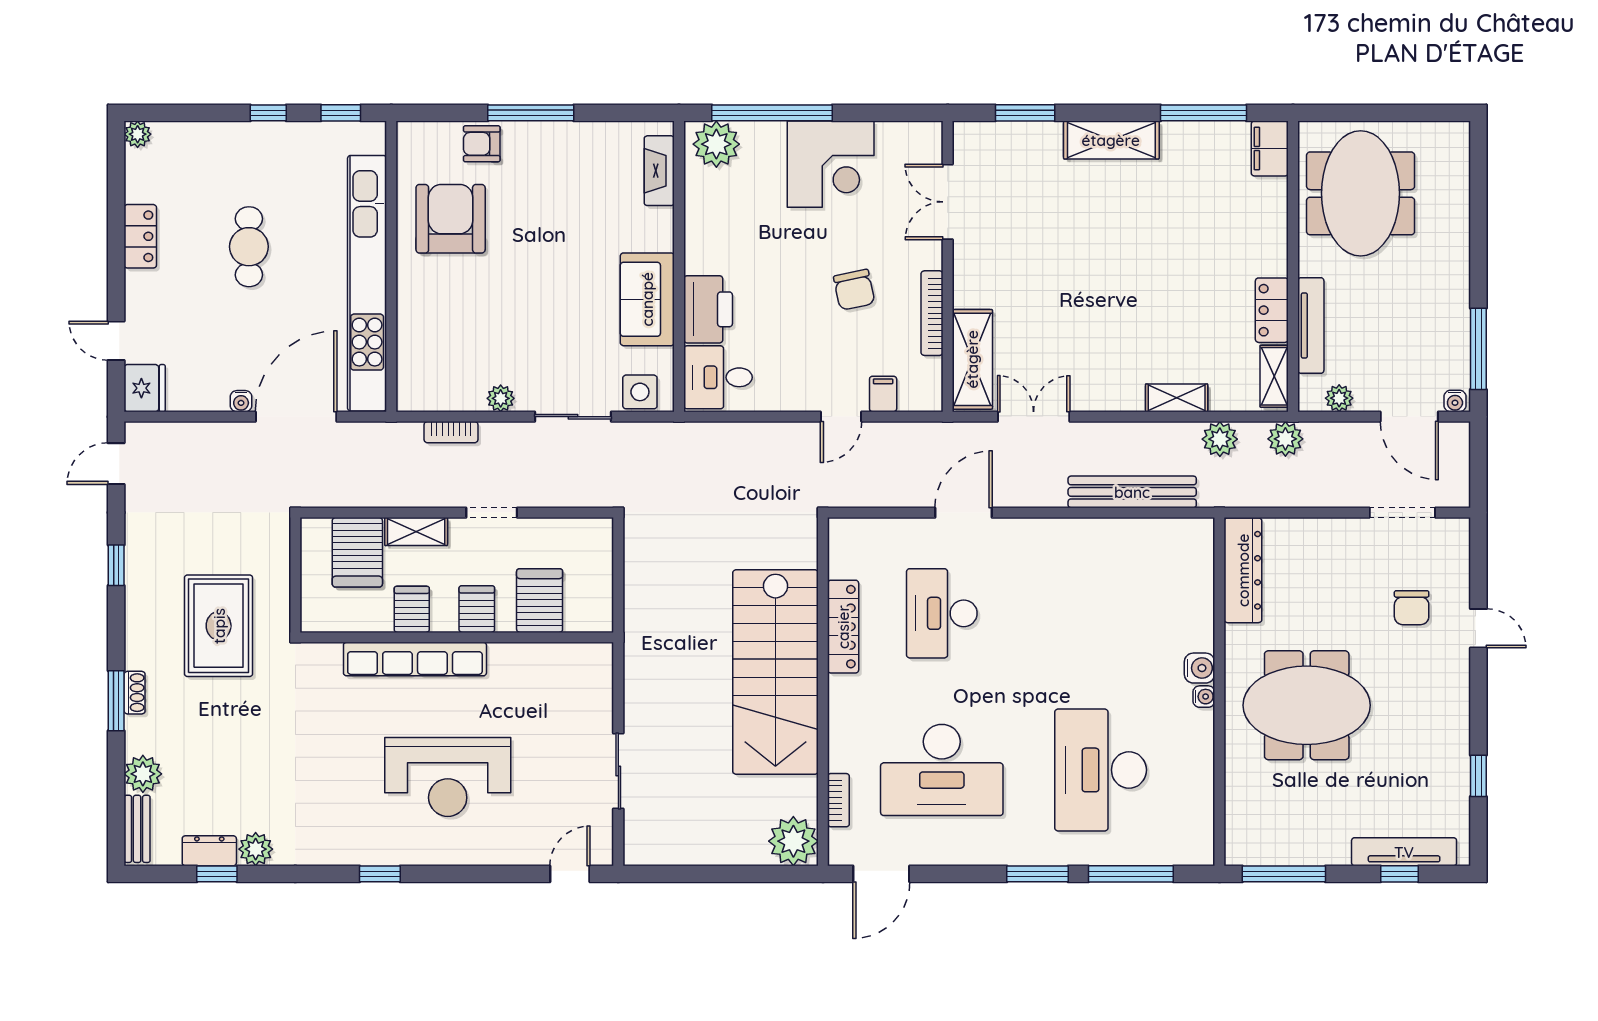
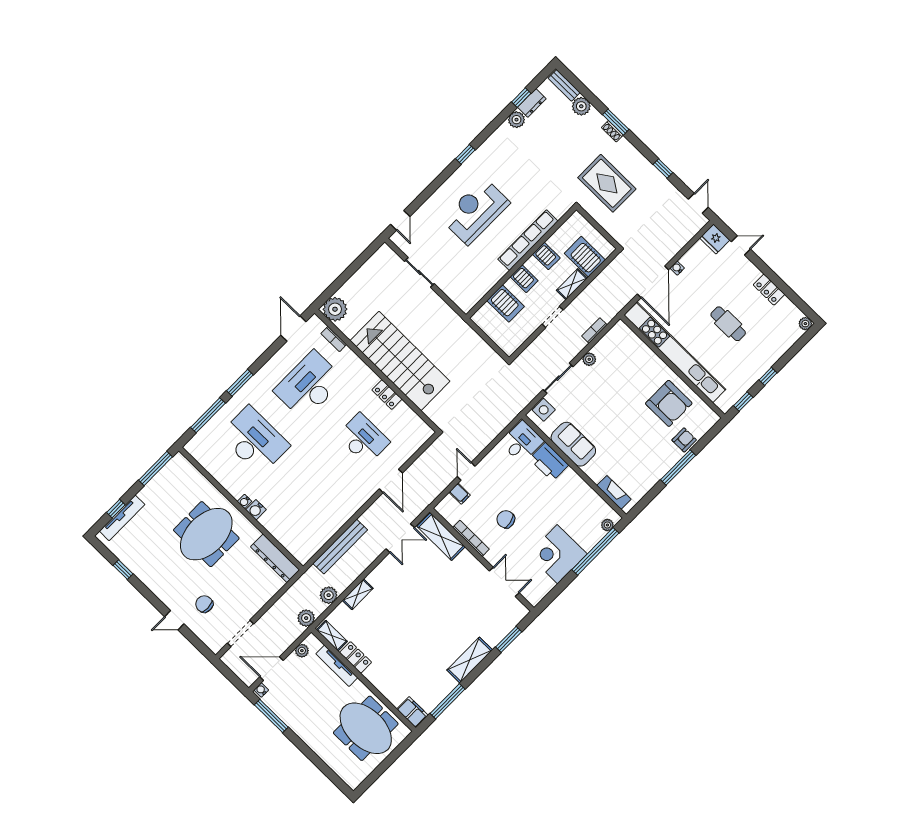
plant: (716, 144) -> (607, 525), width x0.53, depth x0.53
locker: (843, 627) -> (387, 395), width x0.66

